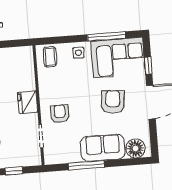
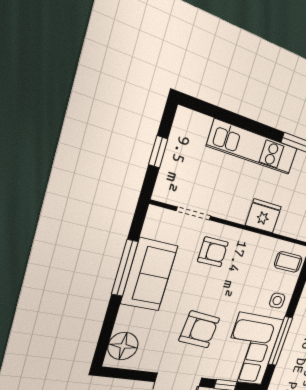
fridge: (28, 102) -> (263, 216), moved
sofa: (103, 148) -> (149, 275), moved

